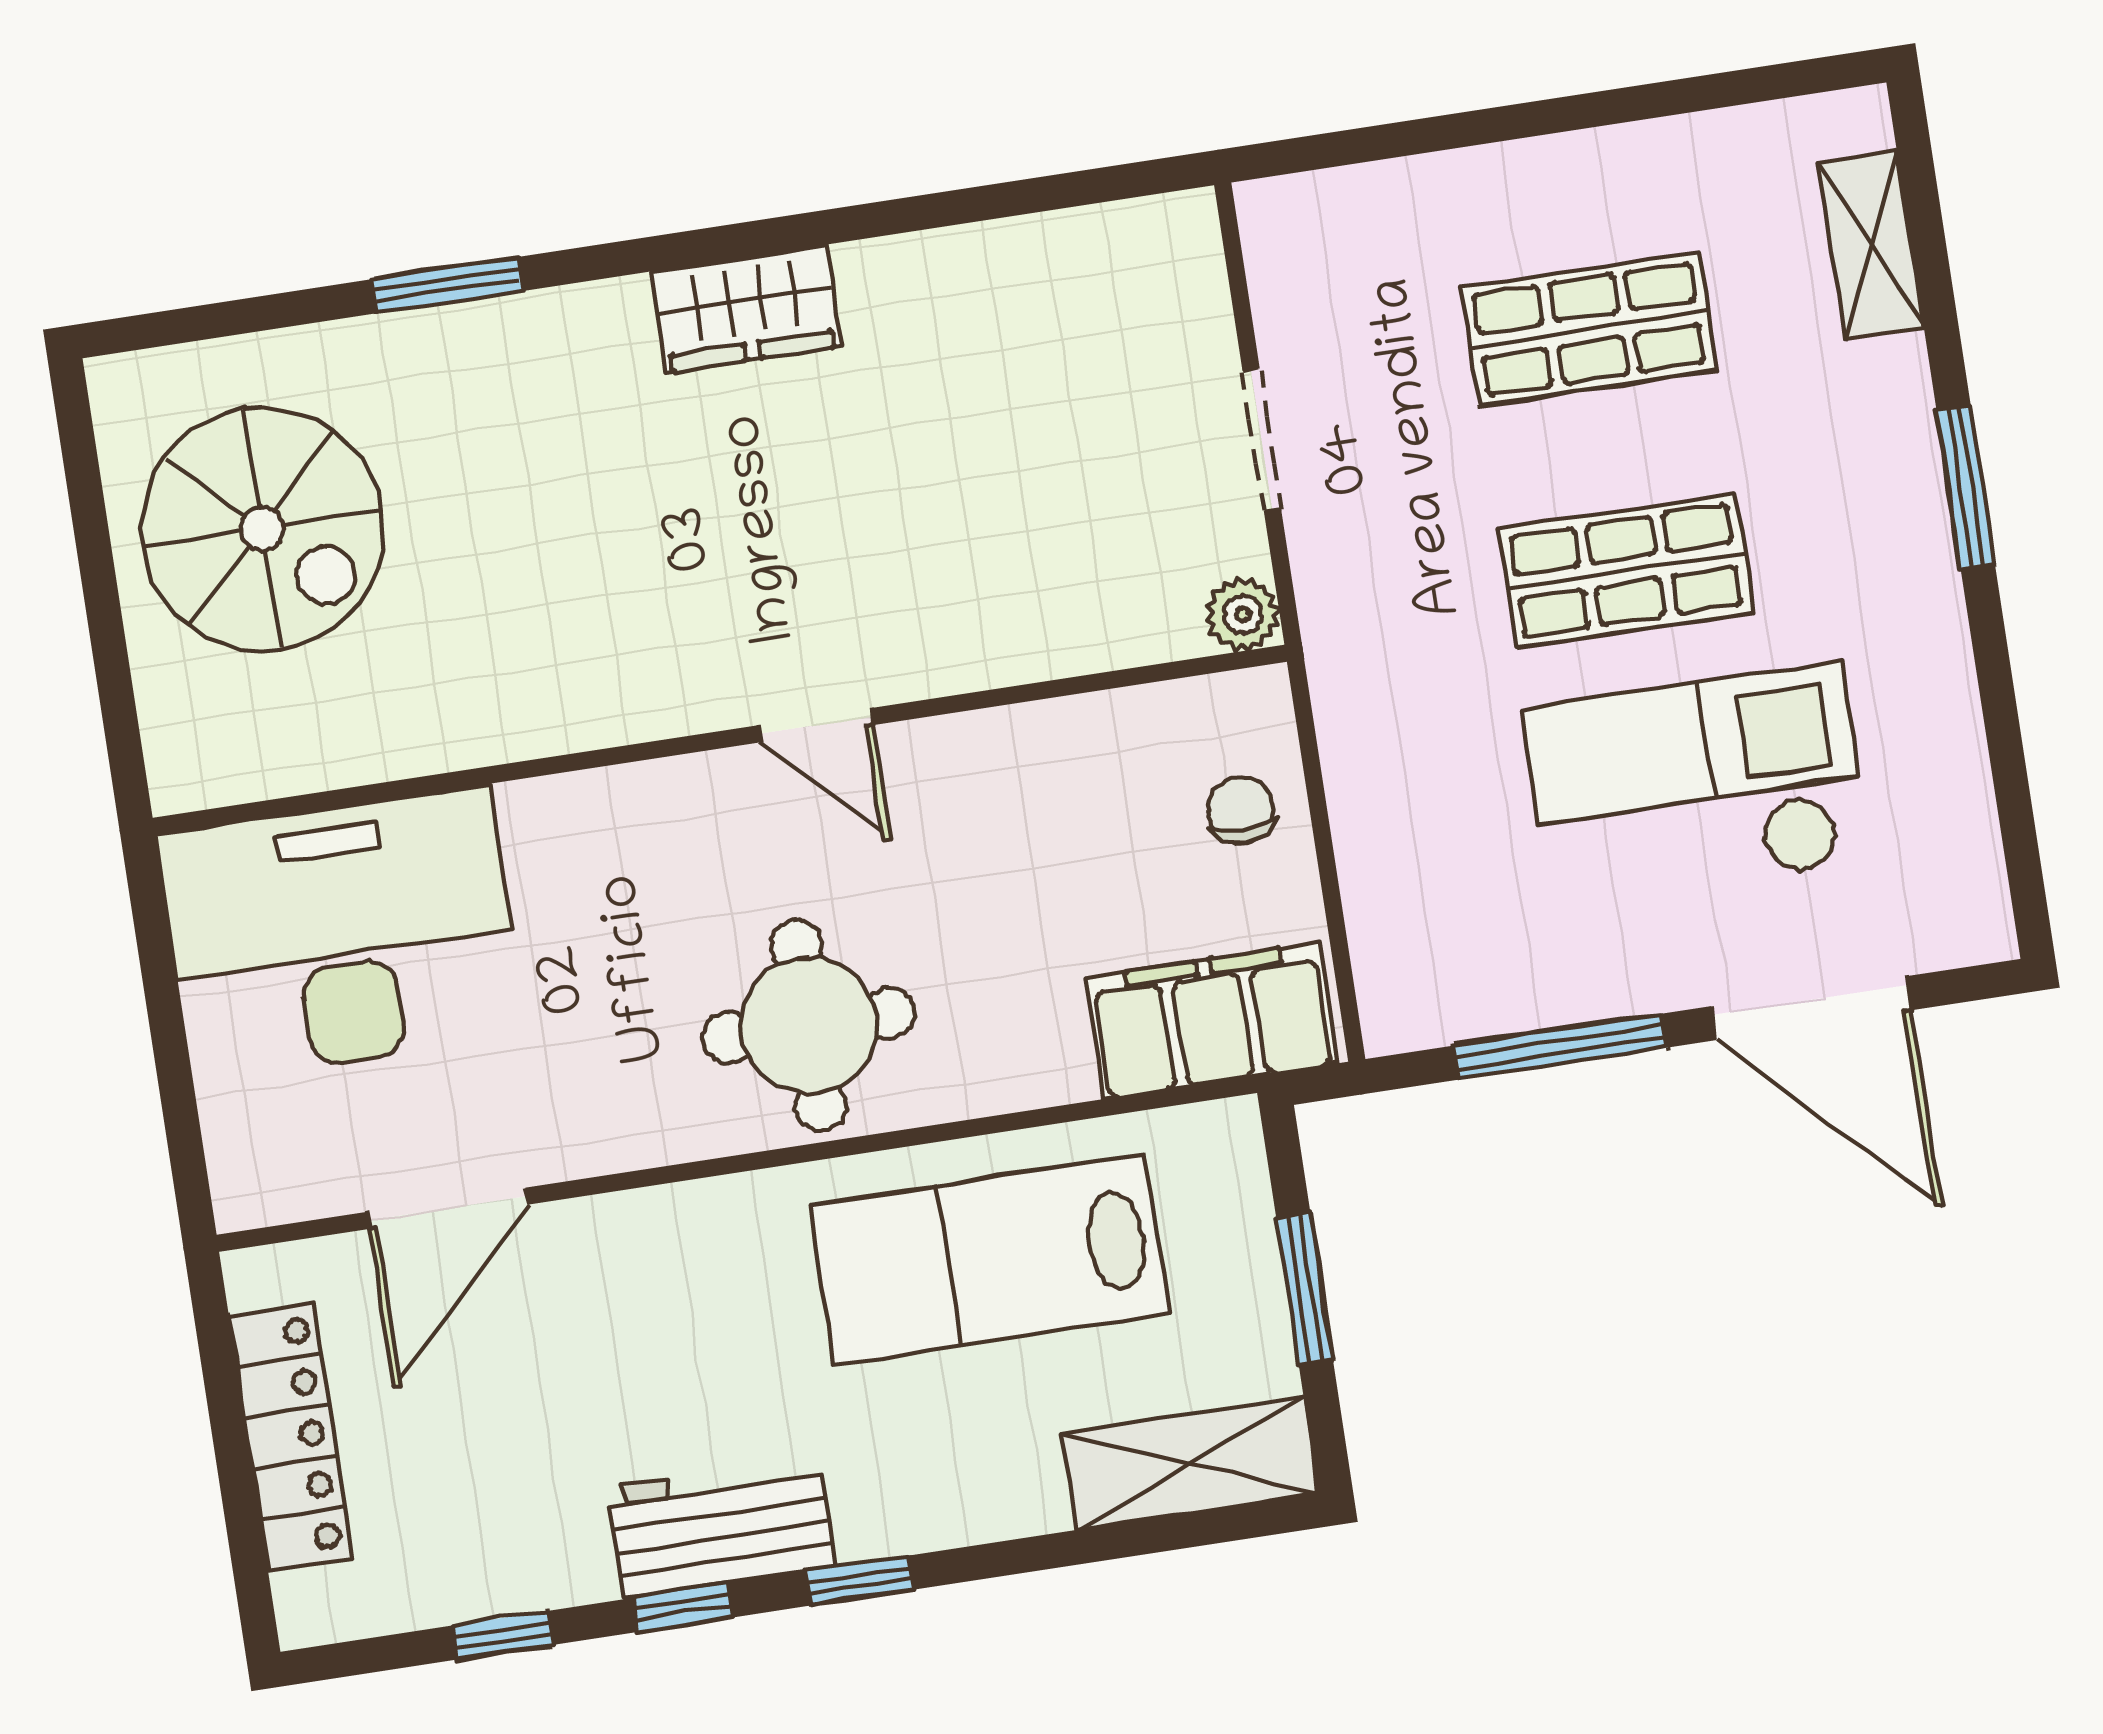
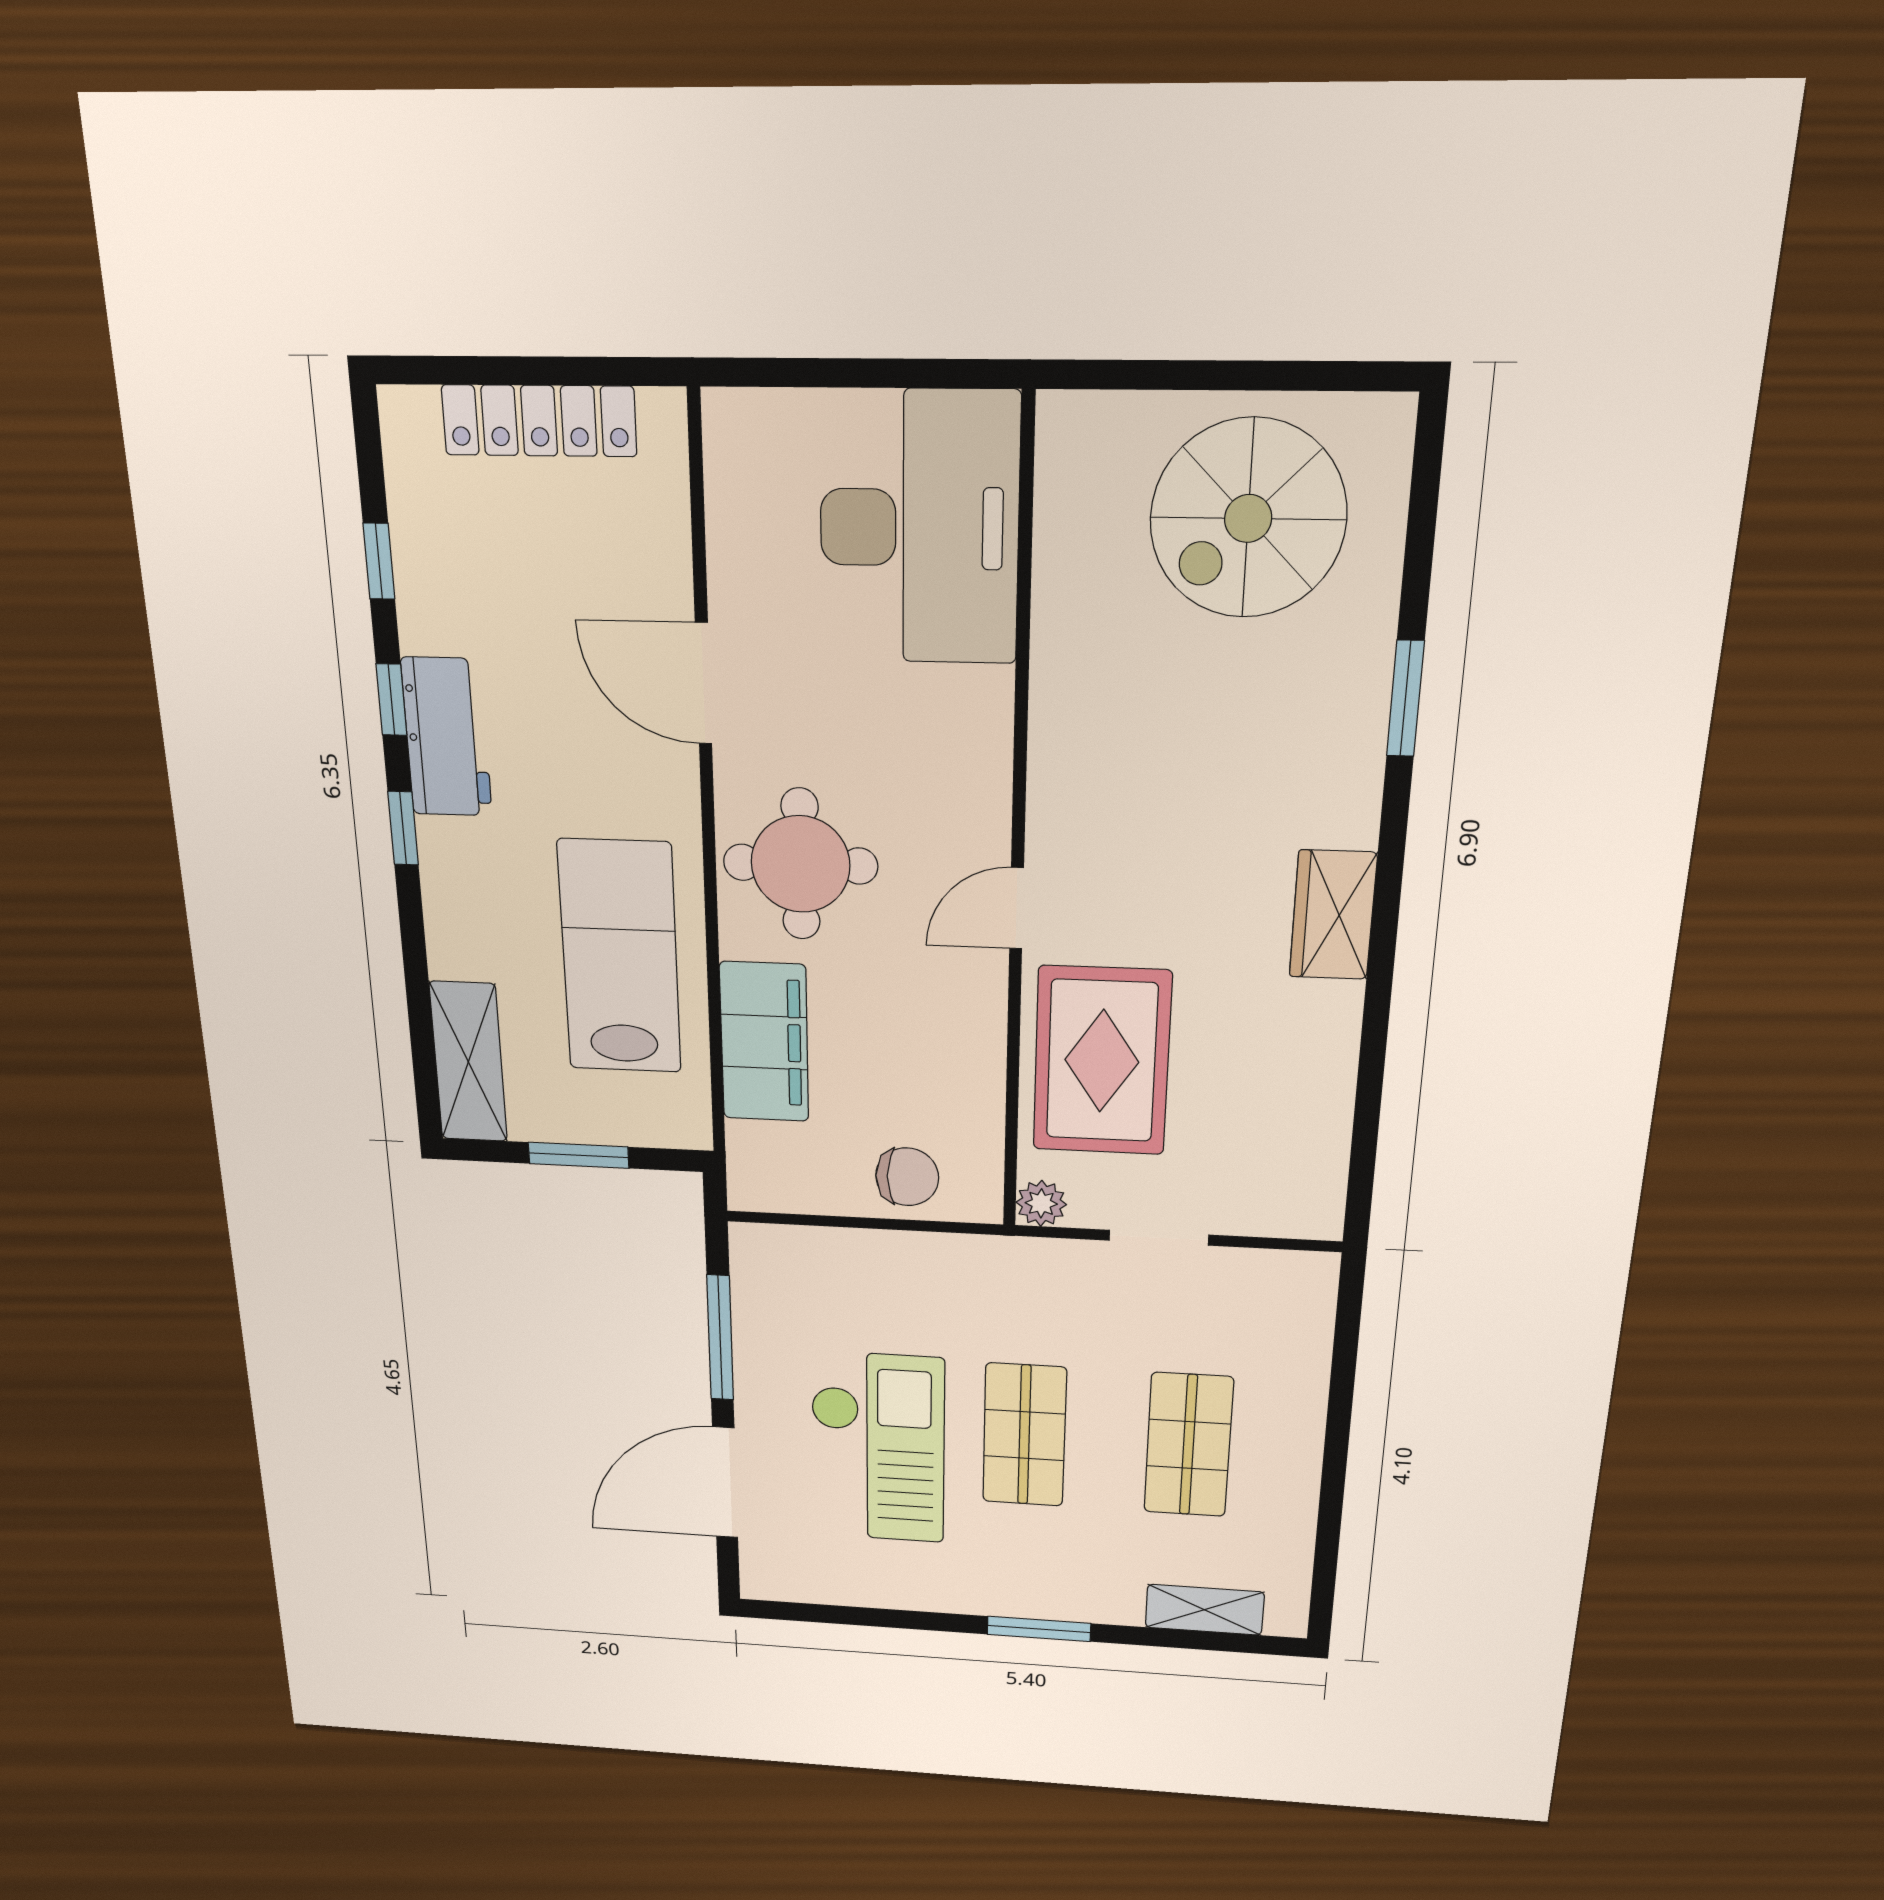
rug: (1011, 571) -> (1102, 1061), added
chair: (1241, 810) -> (907, 1177), width x1.37, depth x1.37
filing cabinet: (1212, 1021) -> (764, 1042), moved
door: (448, 1208) -> (703, 684), moved

